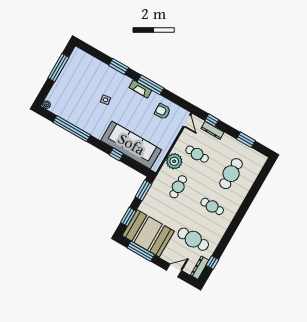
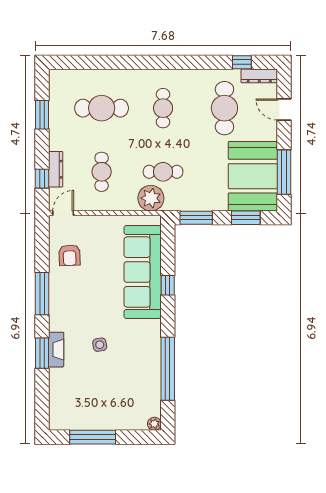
fireplace: (140, 89) -> (56, 350), moved
plant: (174, 161) -> (151, 198), moved

